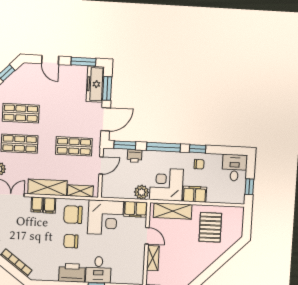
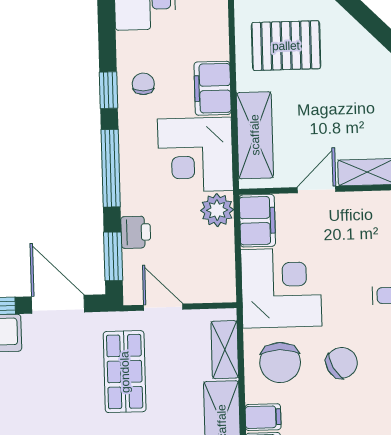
chair: (71, 241) -> (342, 363), turned -119

